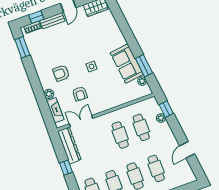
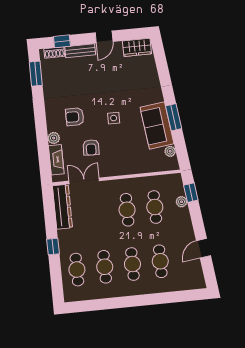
window: (144, 66) -> (174, 117), moved
window: (66, 168) -> (53, 247), moved

